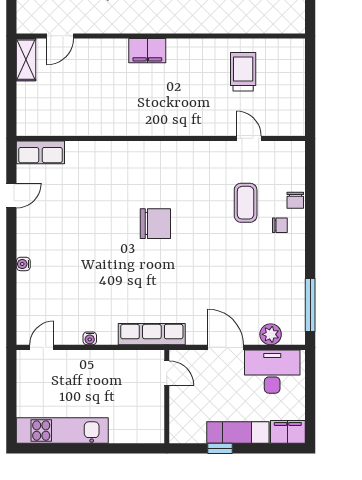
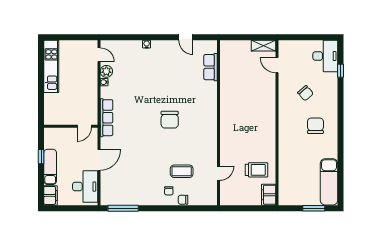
filing cabinet: (147, 51) -> (269, 195), moved
row of seats: (40, 152) -> (210, 67), moved
plant: (271, 334) -> (106, 71), moved

